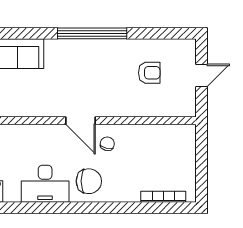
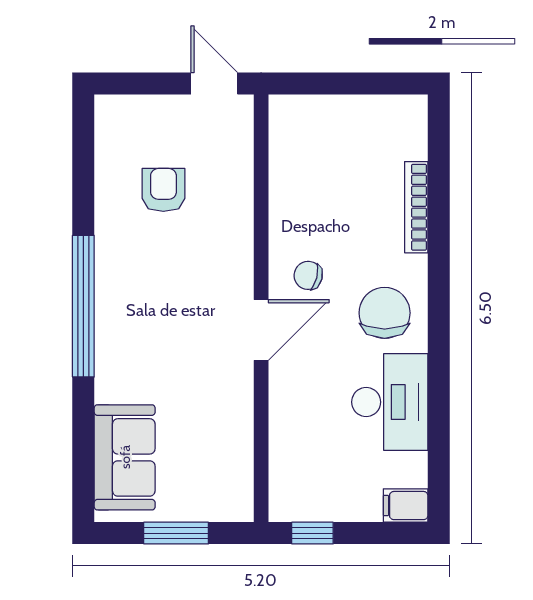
door: (201, 75) -> (214, 83), moved
bookcase: (163, 197) -> (416, 207), moved

